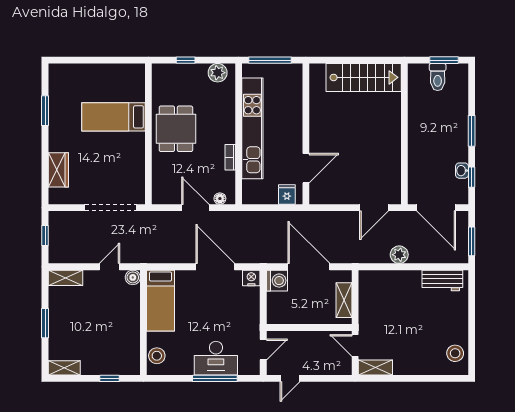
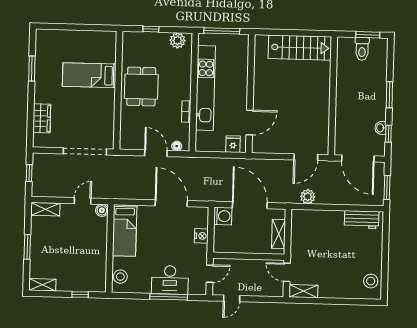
plant: (399, 255) -> (308, 197), moved
nightstand: (251, 278) -> (201, 236), moved, turned 90

